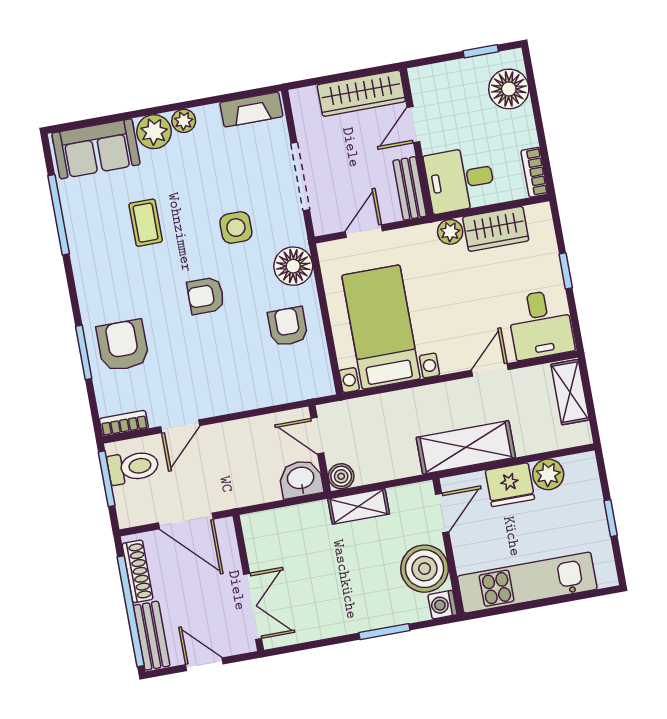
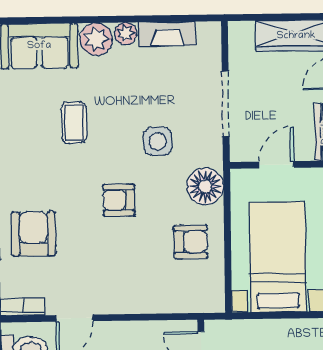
fireplace: (251, 110) -> (167, 34), moved
armchair: (288, 327) -> (191, 242), turned 90

